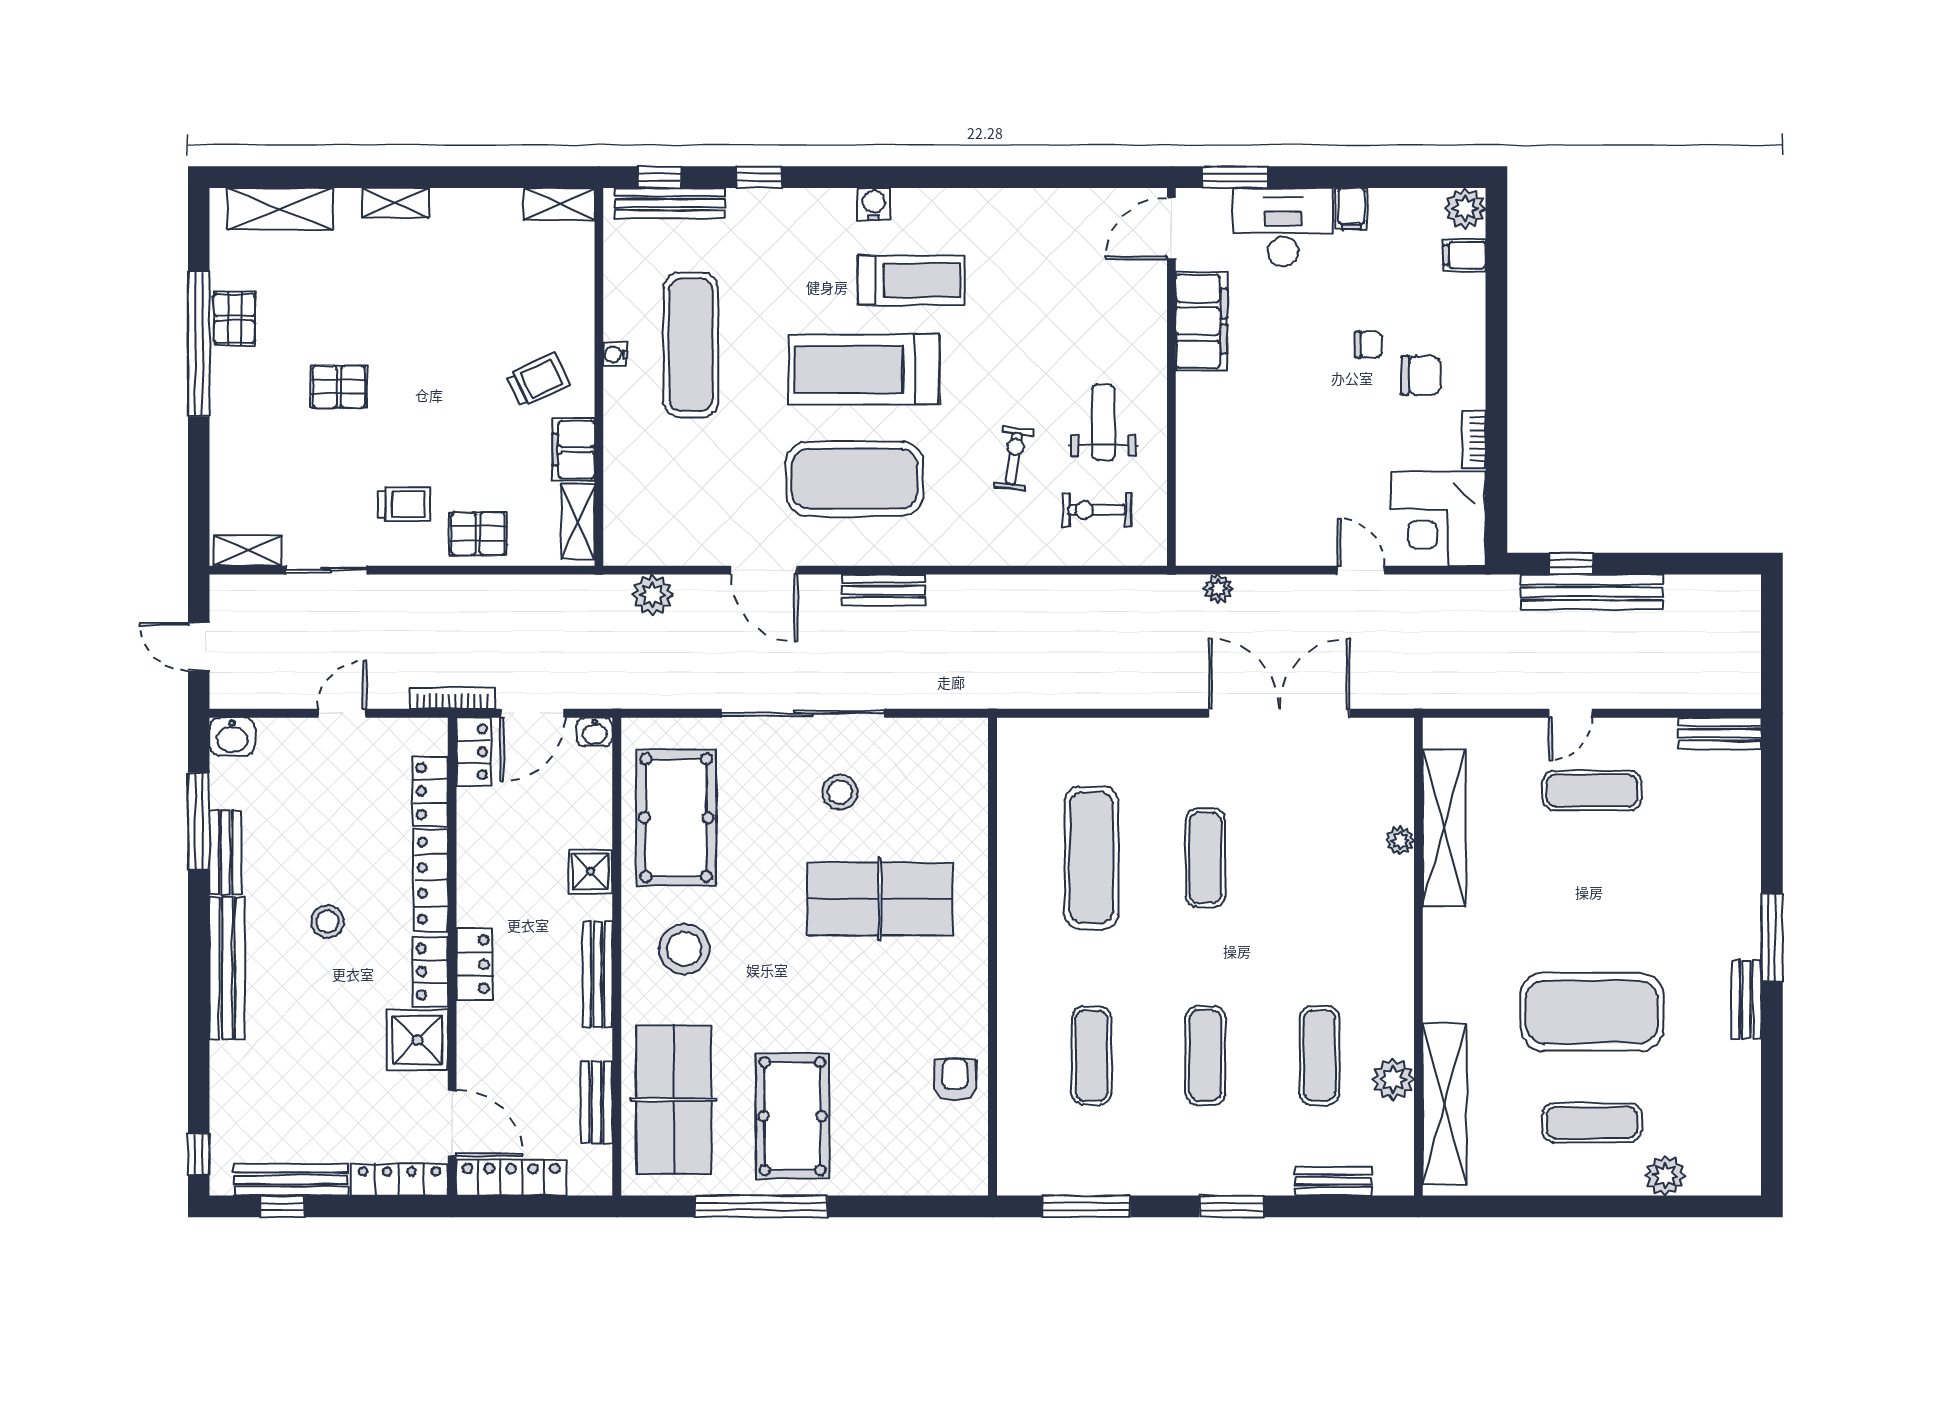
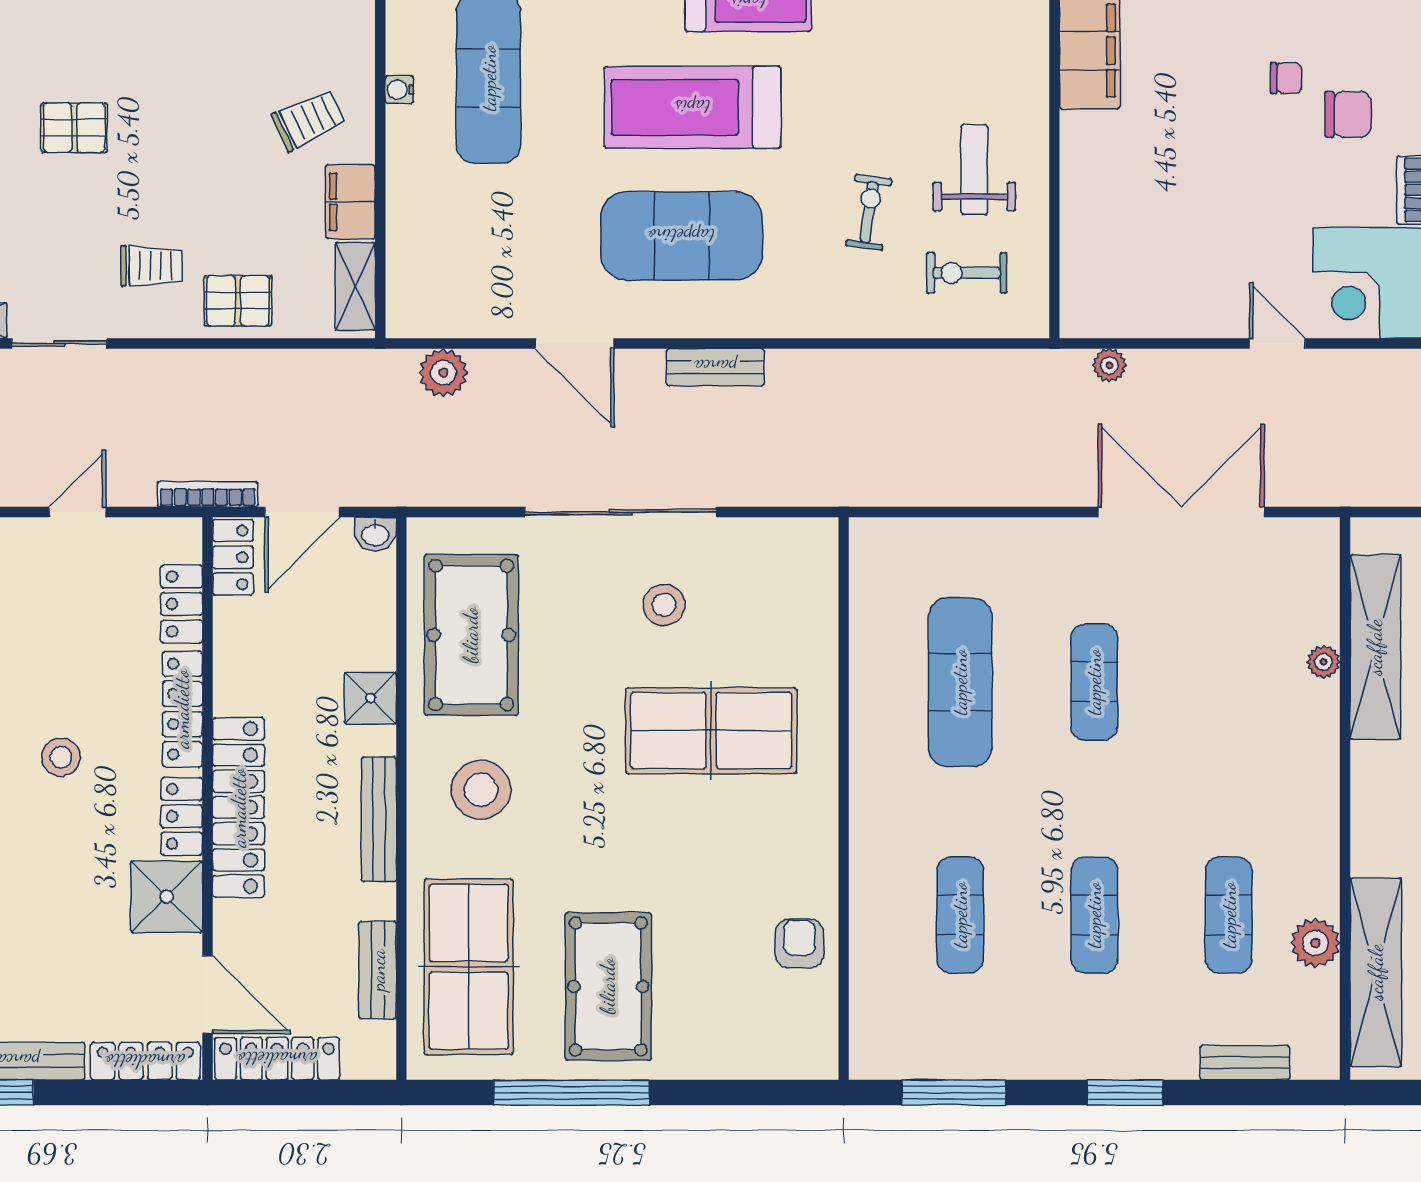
locker: (475, 964) -> (239, 808), width x2.16, depth x1.21

